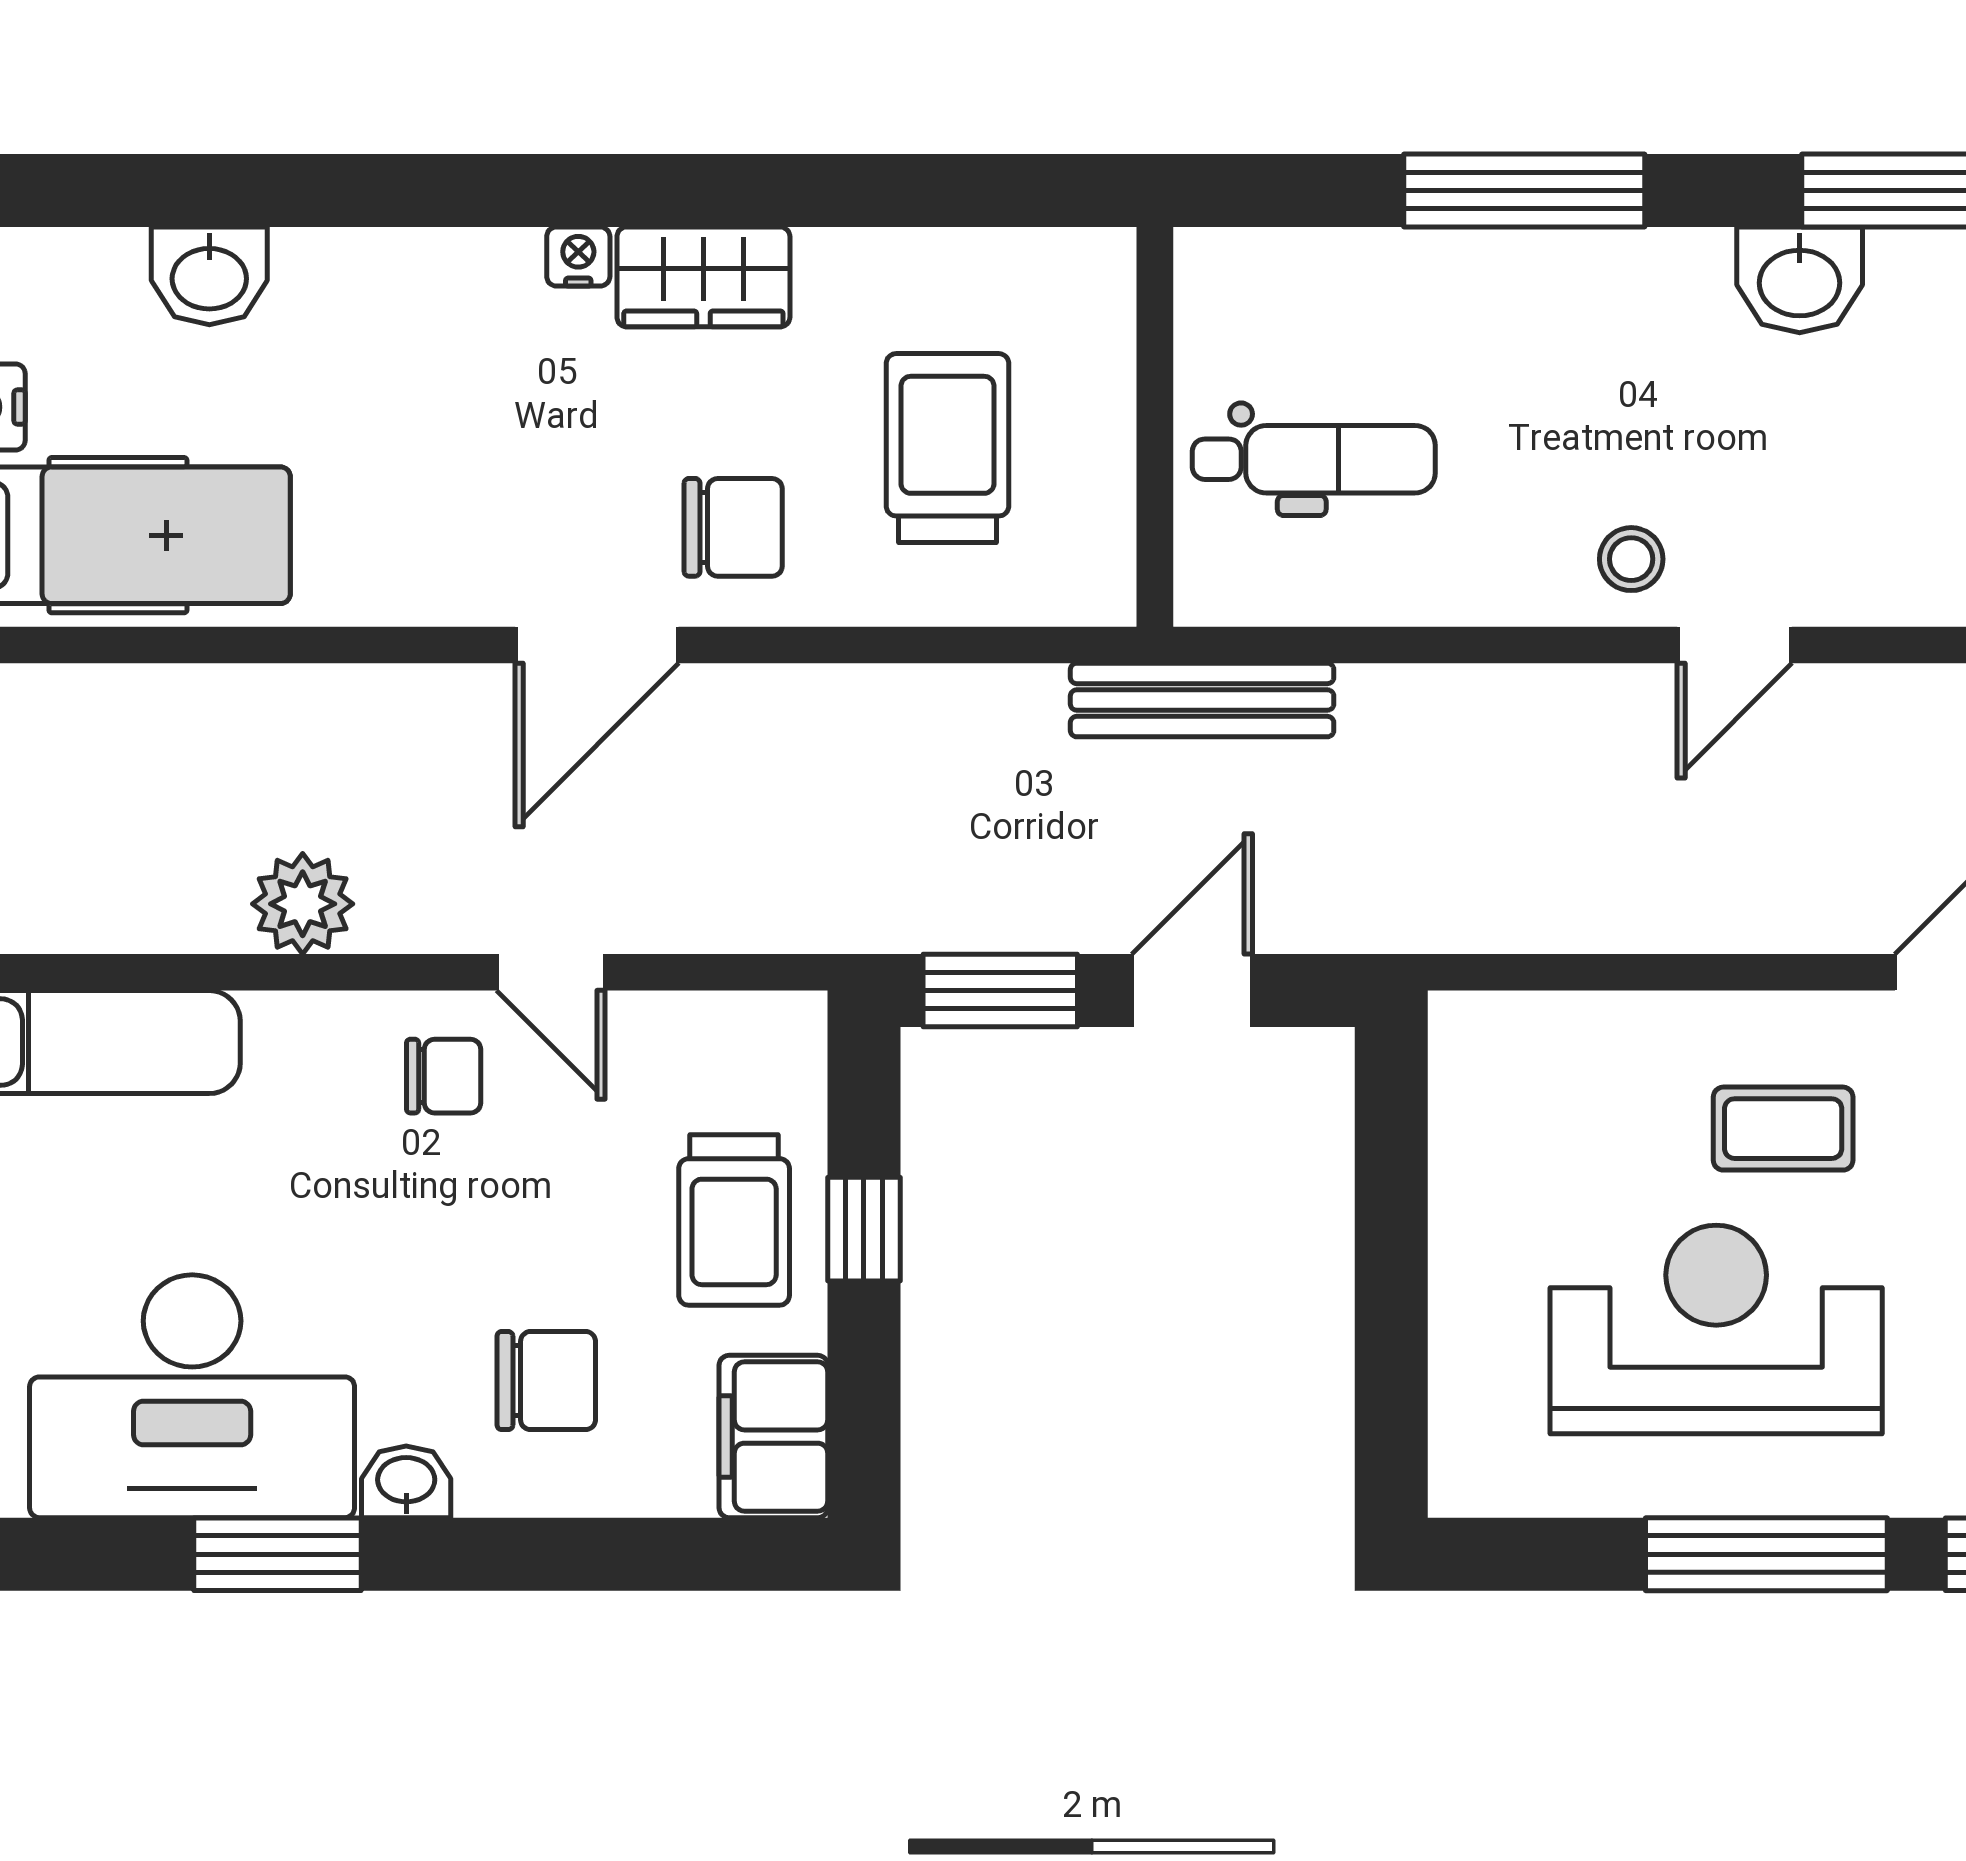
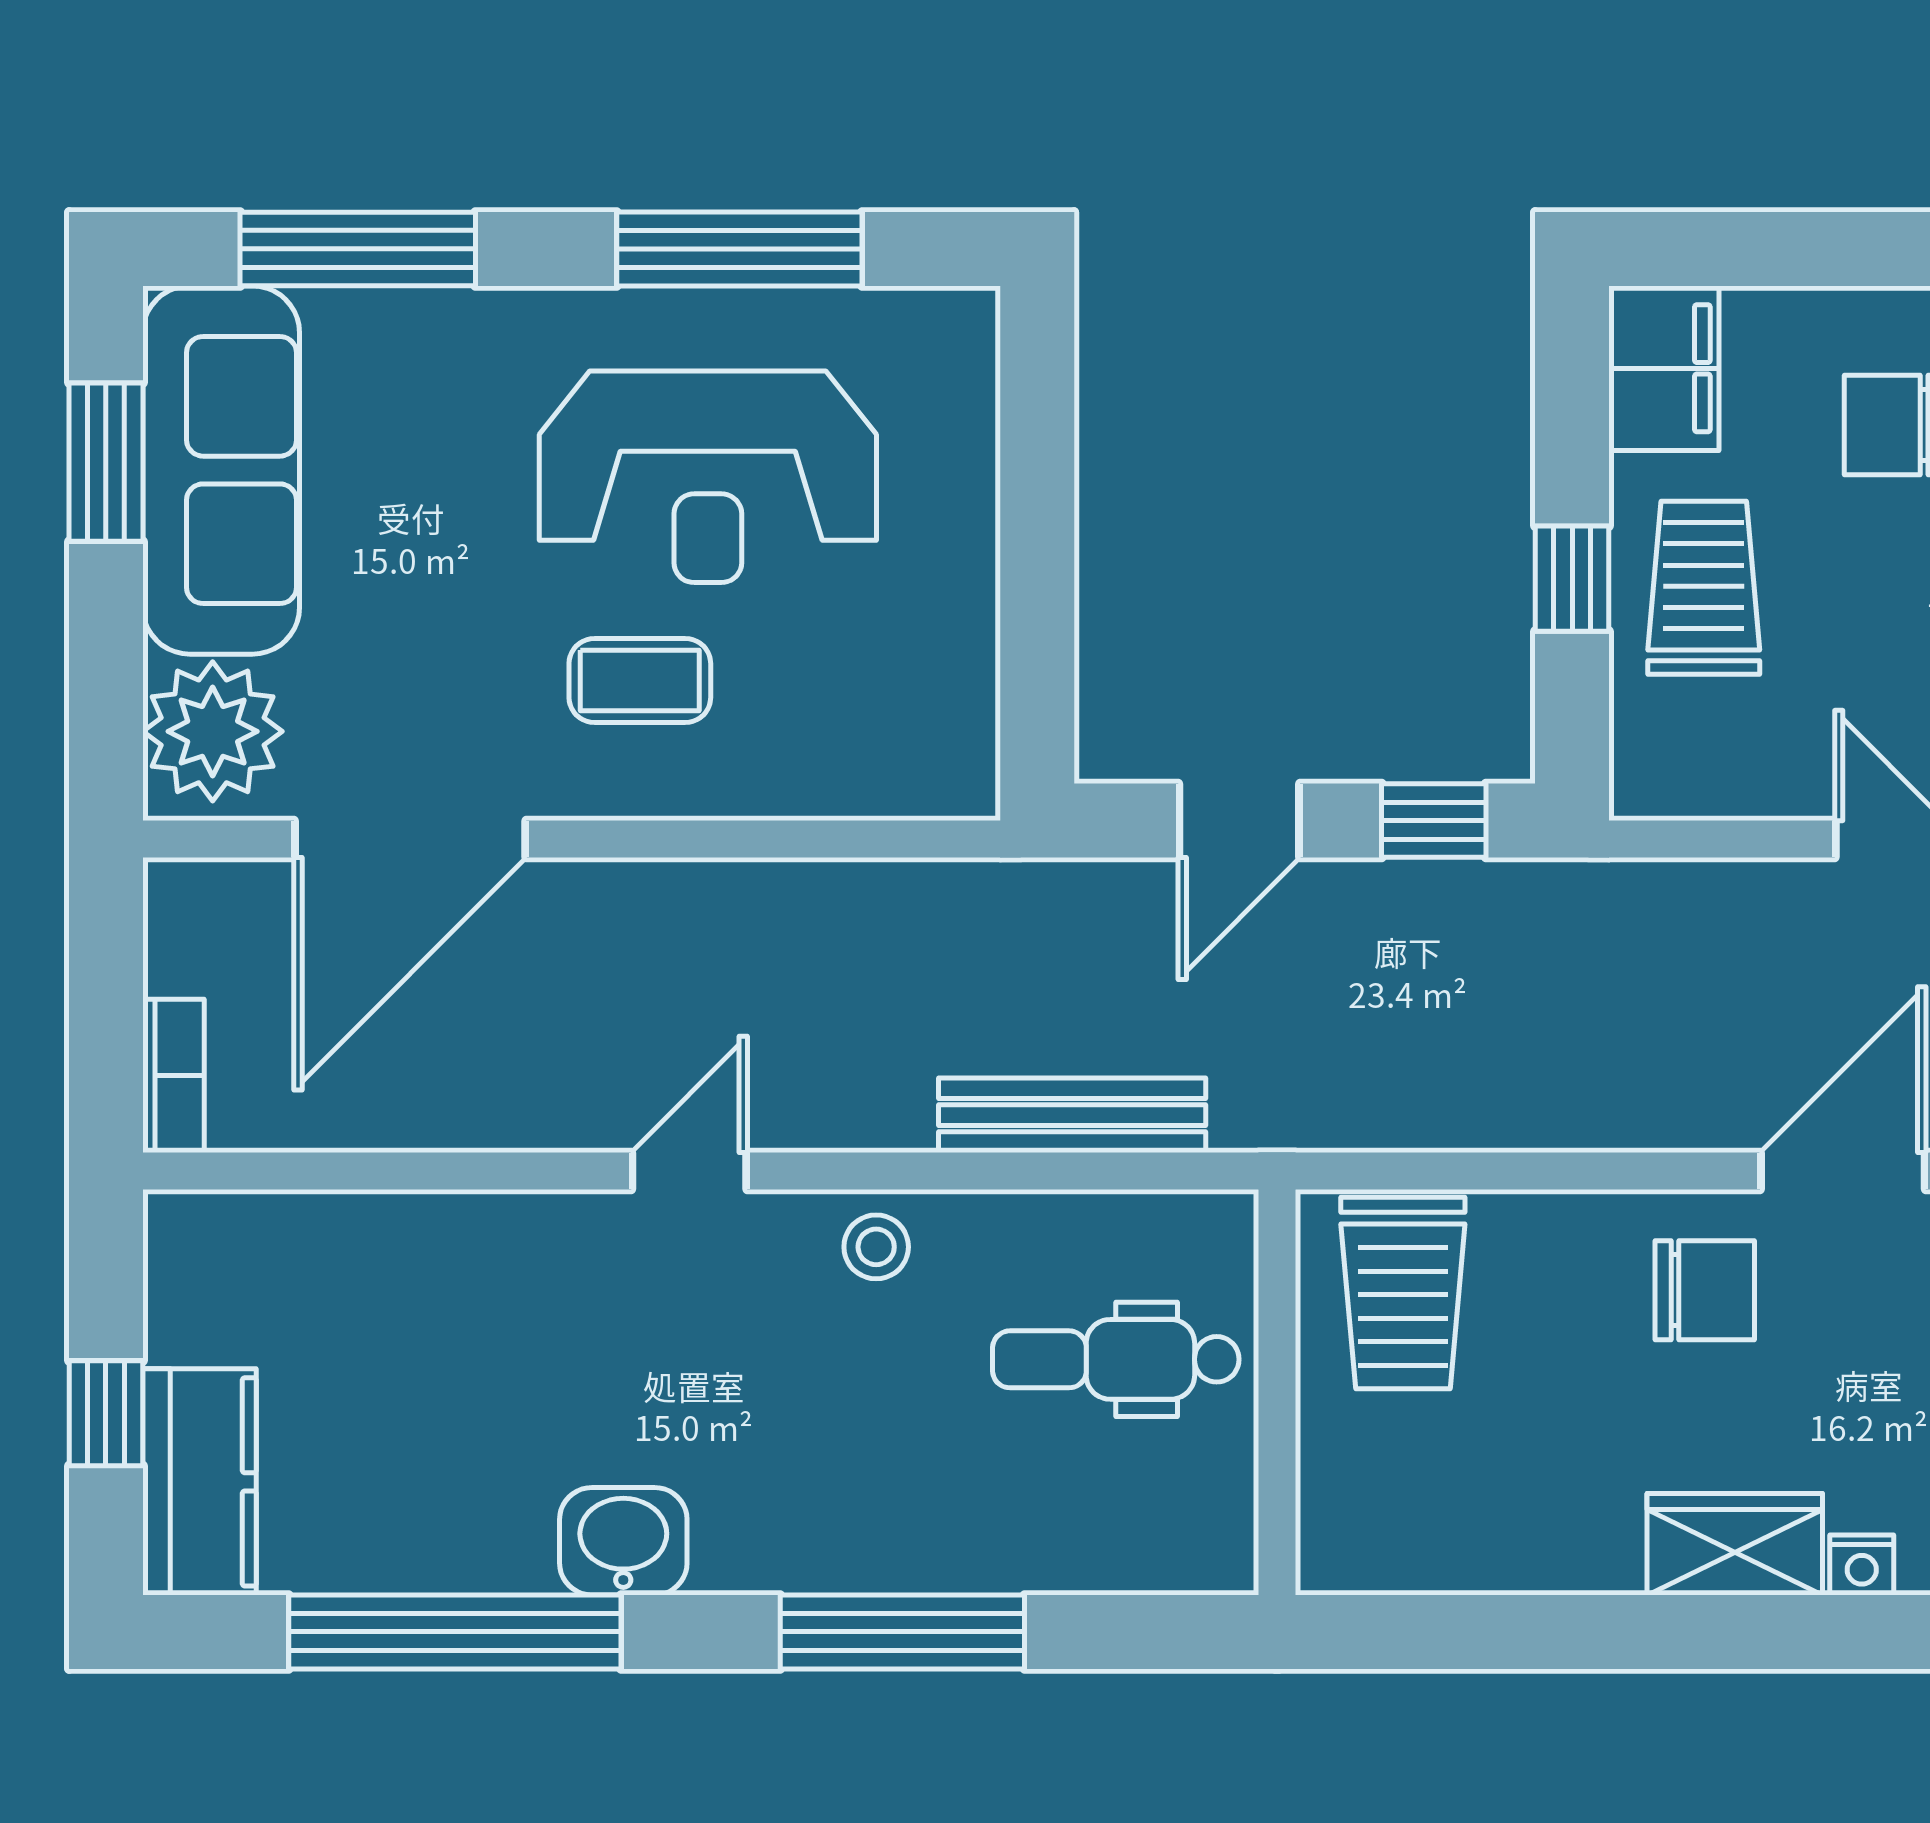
trolley: (947, 448) -> (1403, 1293), moved
chair: (733, 527) -> (1705, 1290), turned 180
stool: (1631, 559) -> (876, 1247), moved
bench: (1202, 700) -> (1072, 1115), moved
window: (1000, 990) -> (1434, 821), width x0.67
window: (1766, 1554) -> (739, 249), moved

